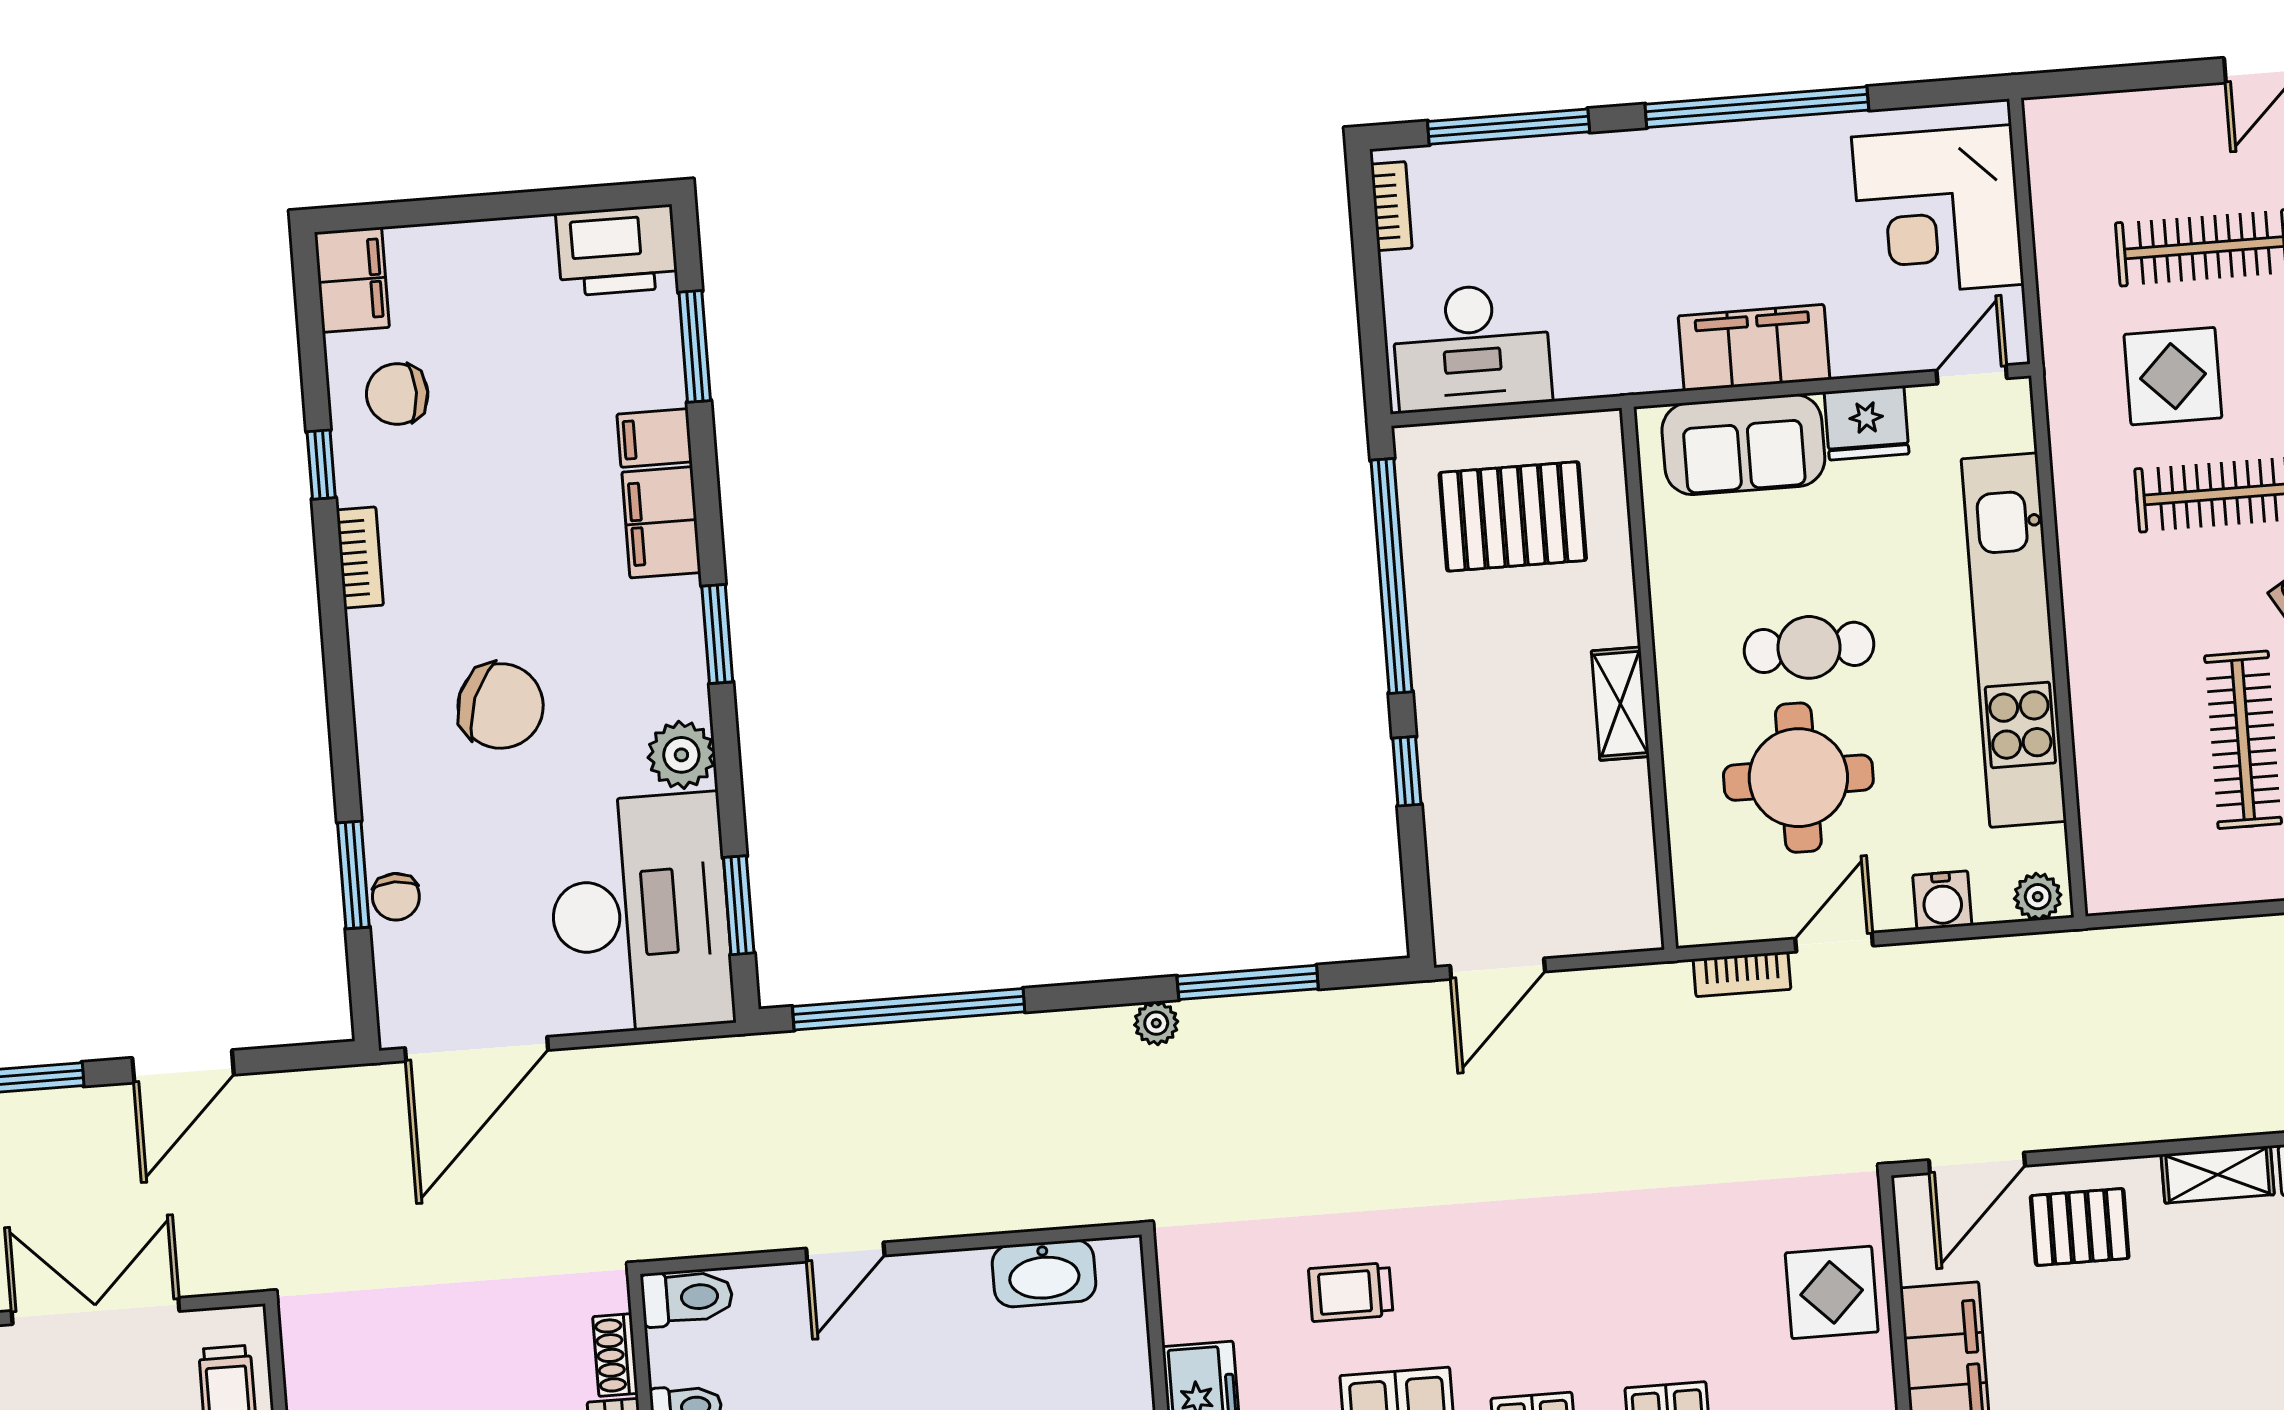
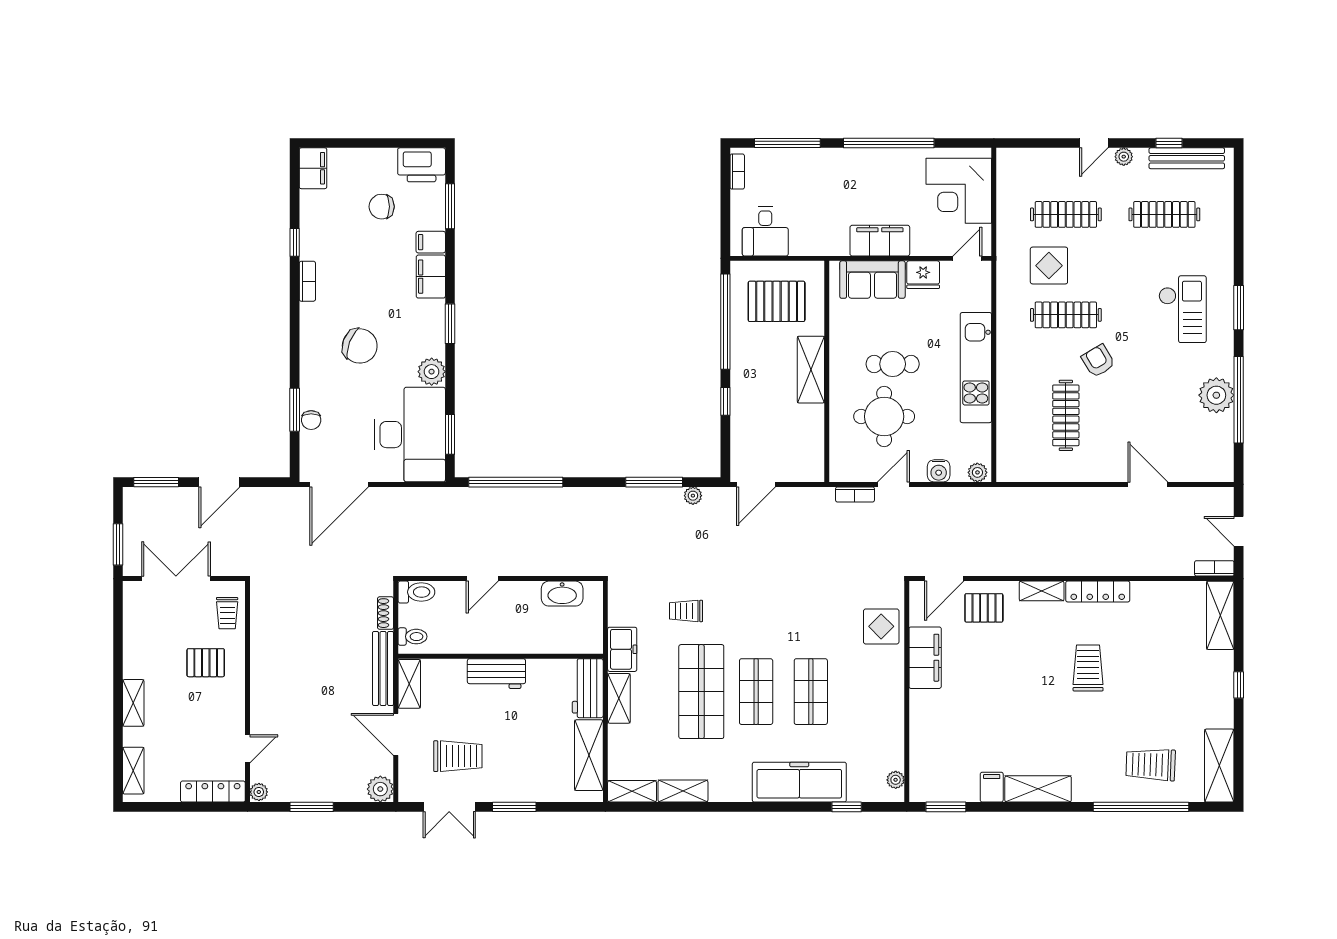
desk: (1472, 347) -> (765, 231), width x0.73
chair: (397, 394) -> (382, 207), moved
kitchen unit: (2014, 640) -> (976, 368), width x0.73
shelving: (1620, 704) -> (811, 370), width x1.50, depth x1.33
plant: (1156, 1023) -> (693, 496), moved

